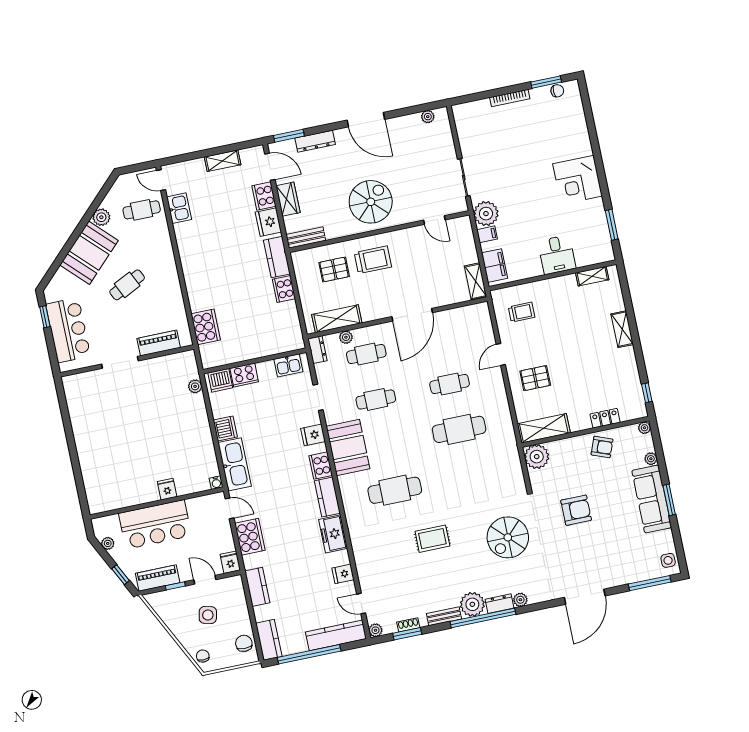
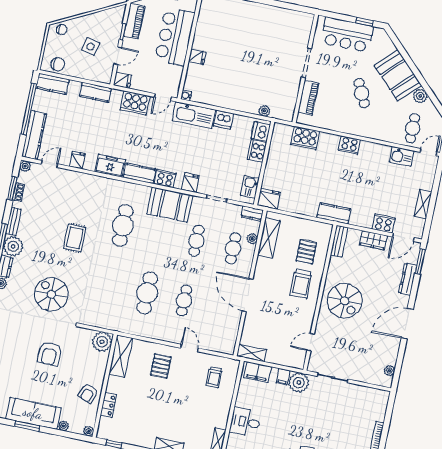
fridge: (268, 222) -> (269, 199), moved
cooker: (284, 289) -> (349, 145), moved, turned 180

